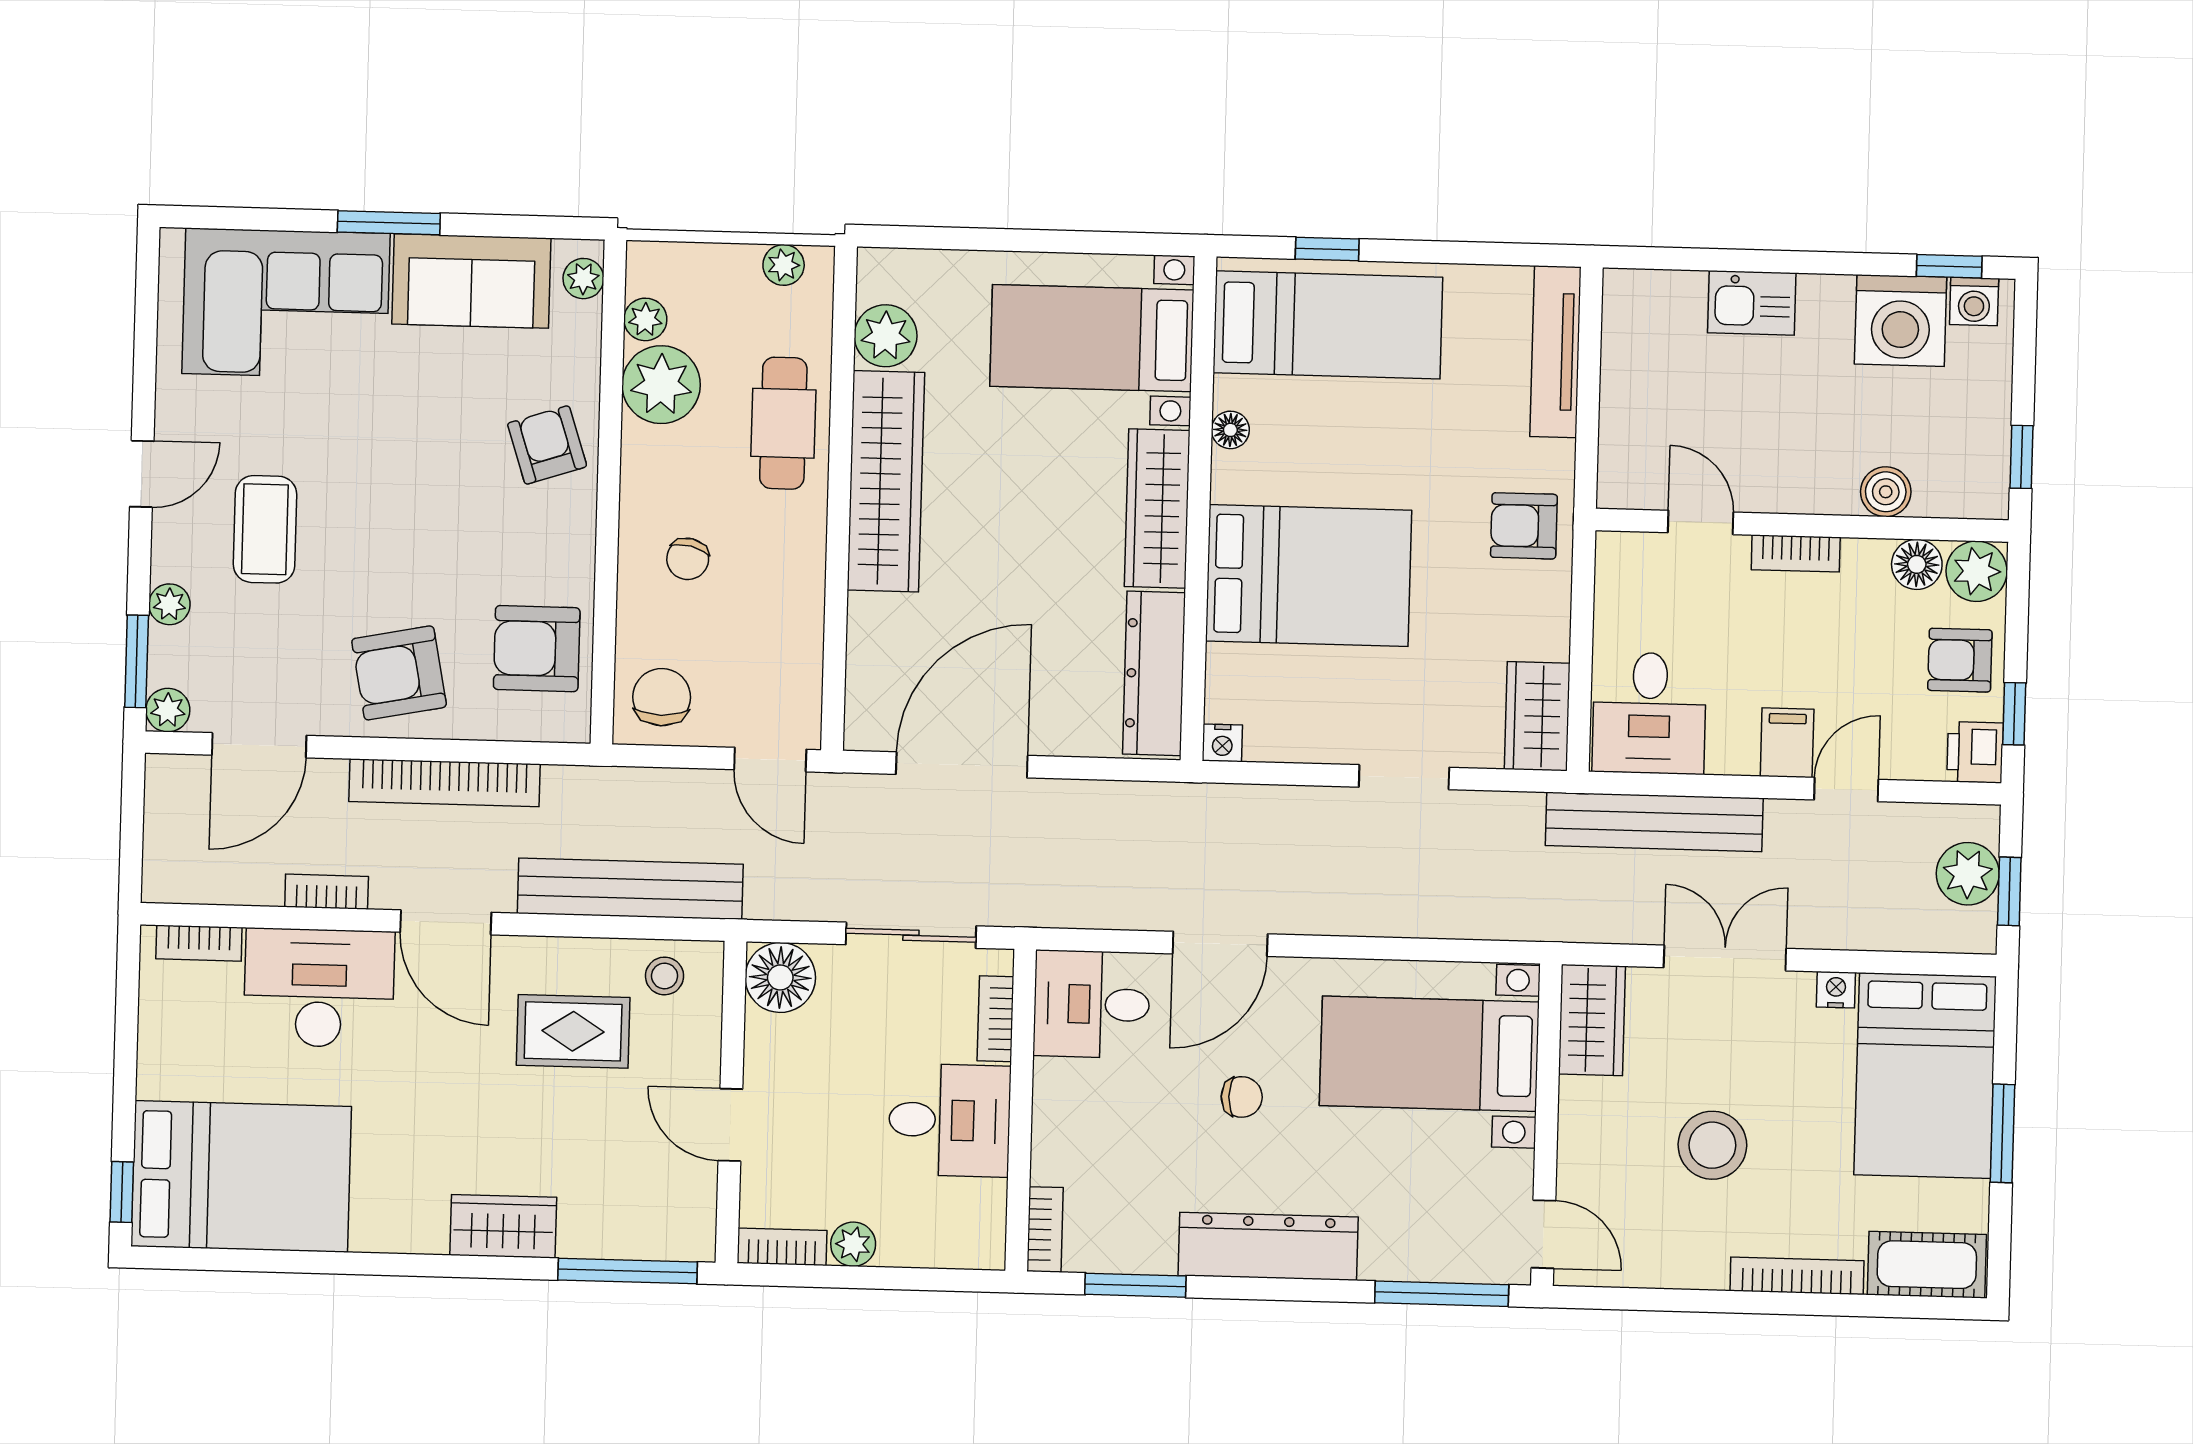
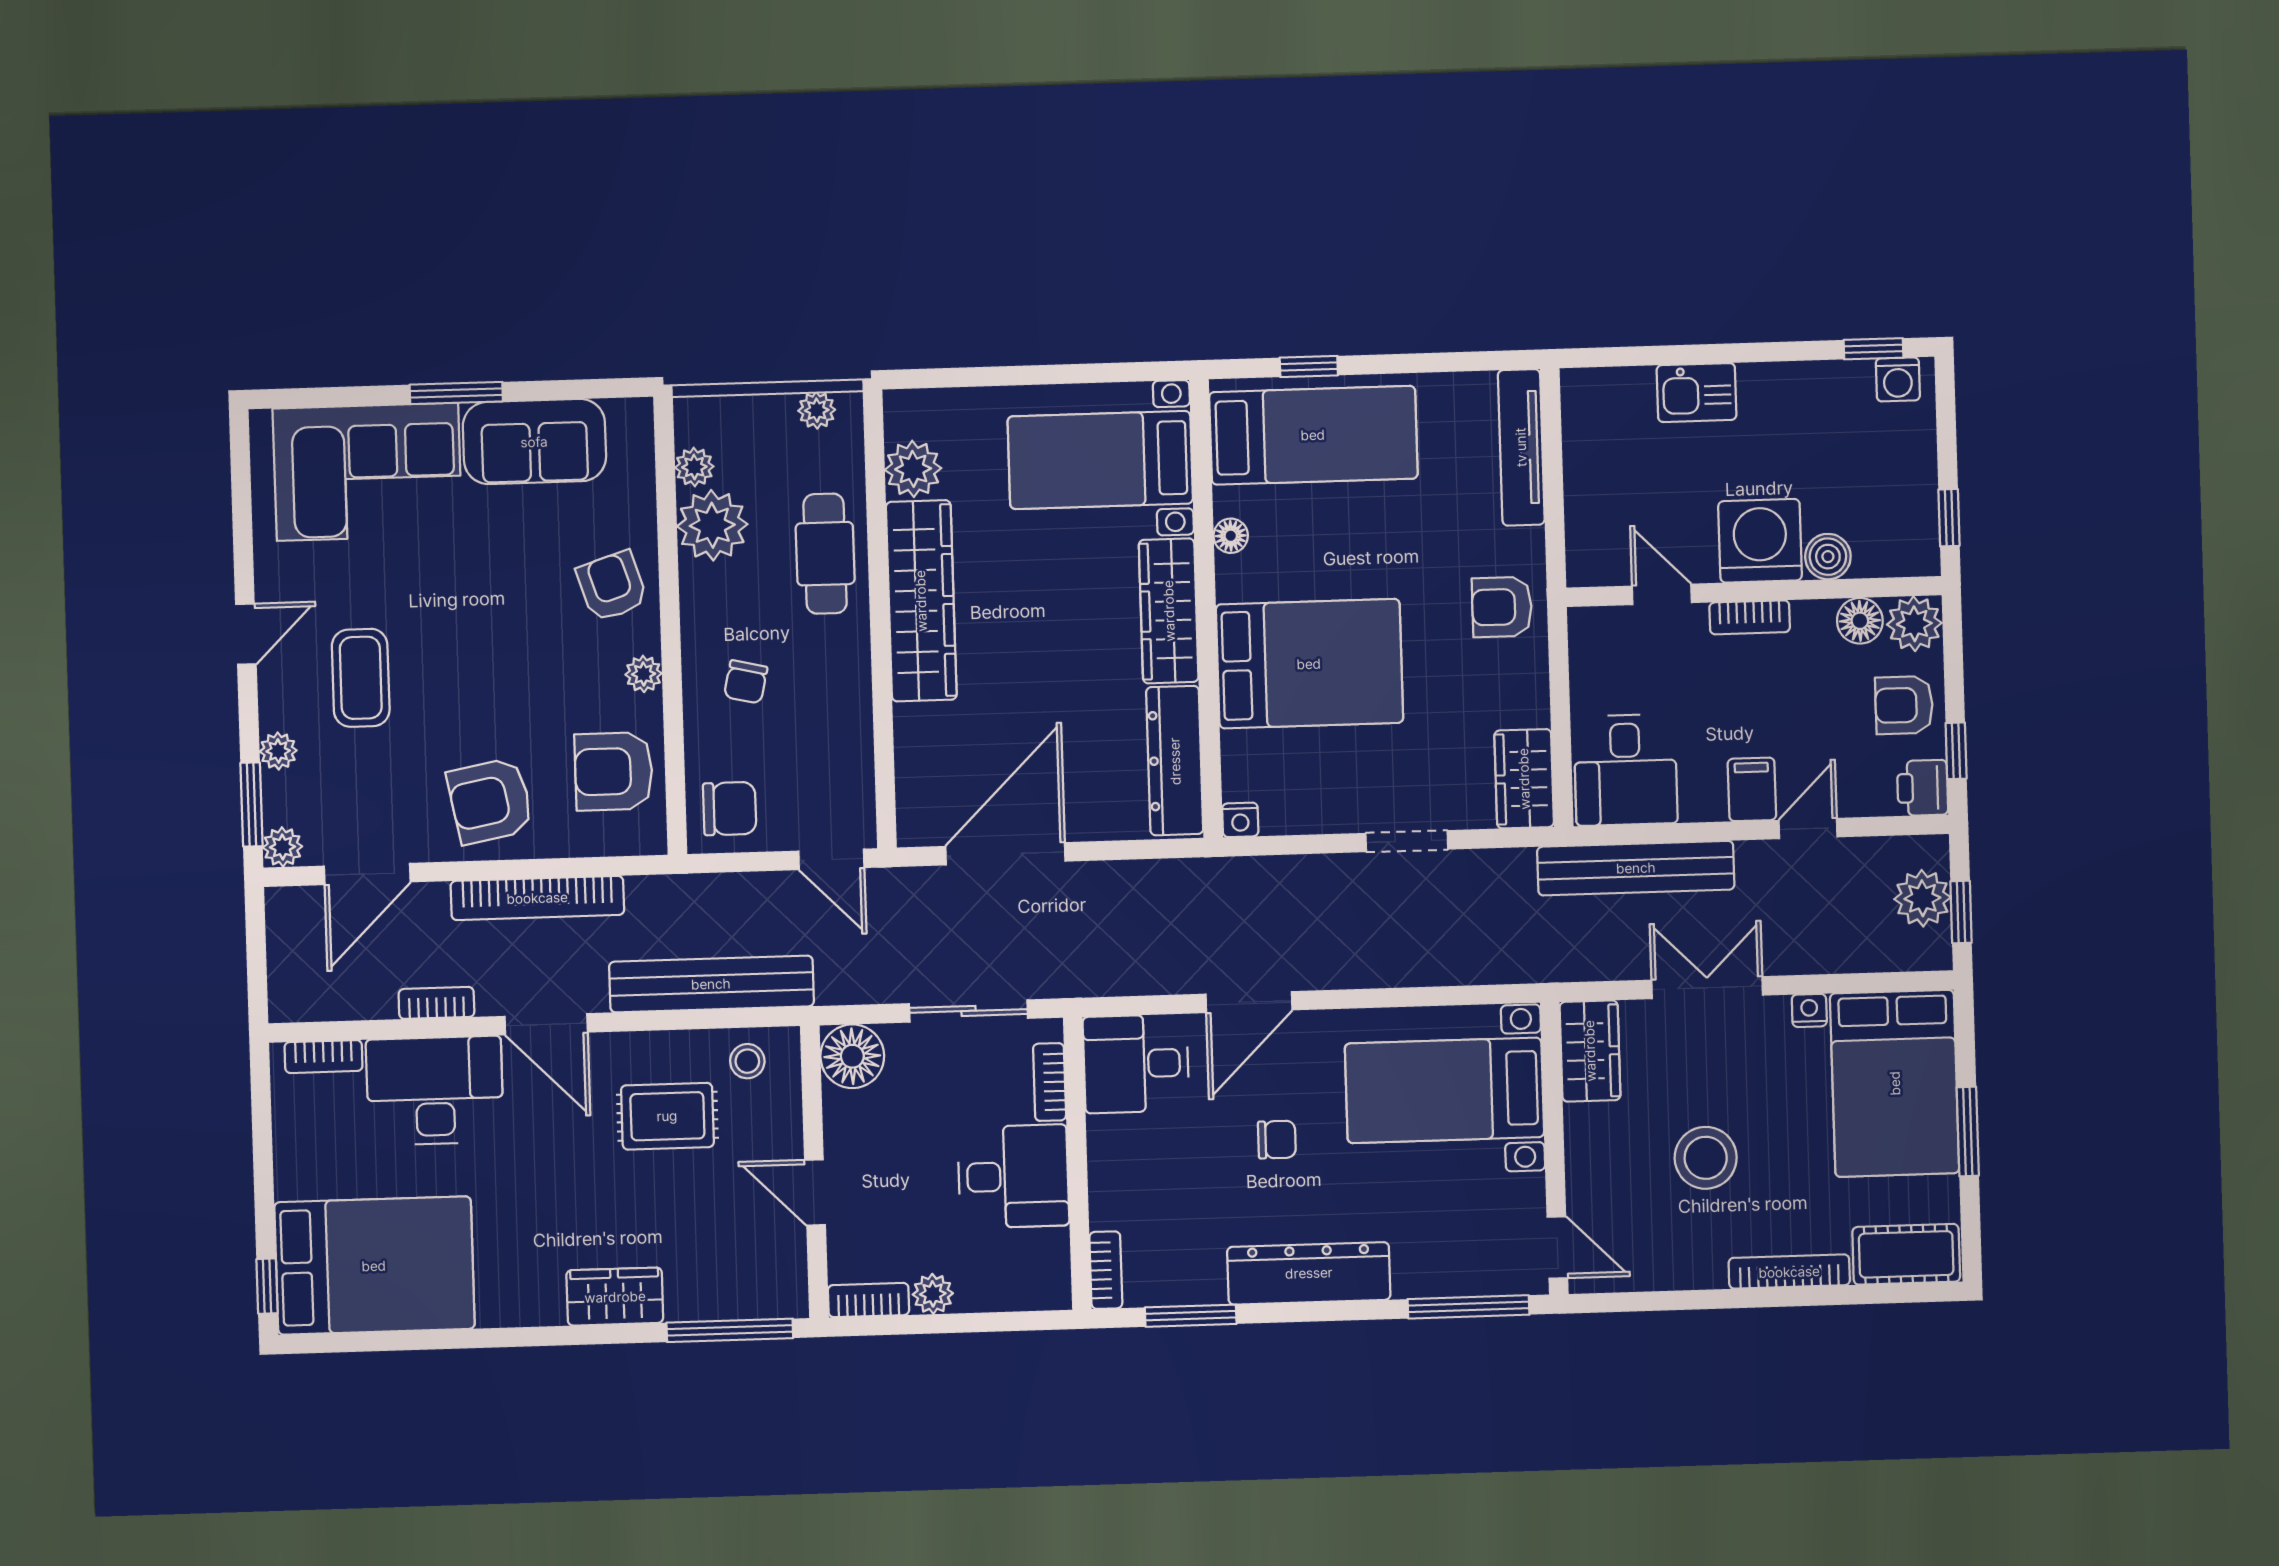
plant: (583, 279) -> (644, 674), moved
washing machine: (1901, 321) -> (1760, 541), moved, turned 180
chair: (662, 697) -> (730, 809), turned 90

